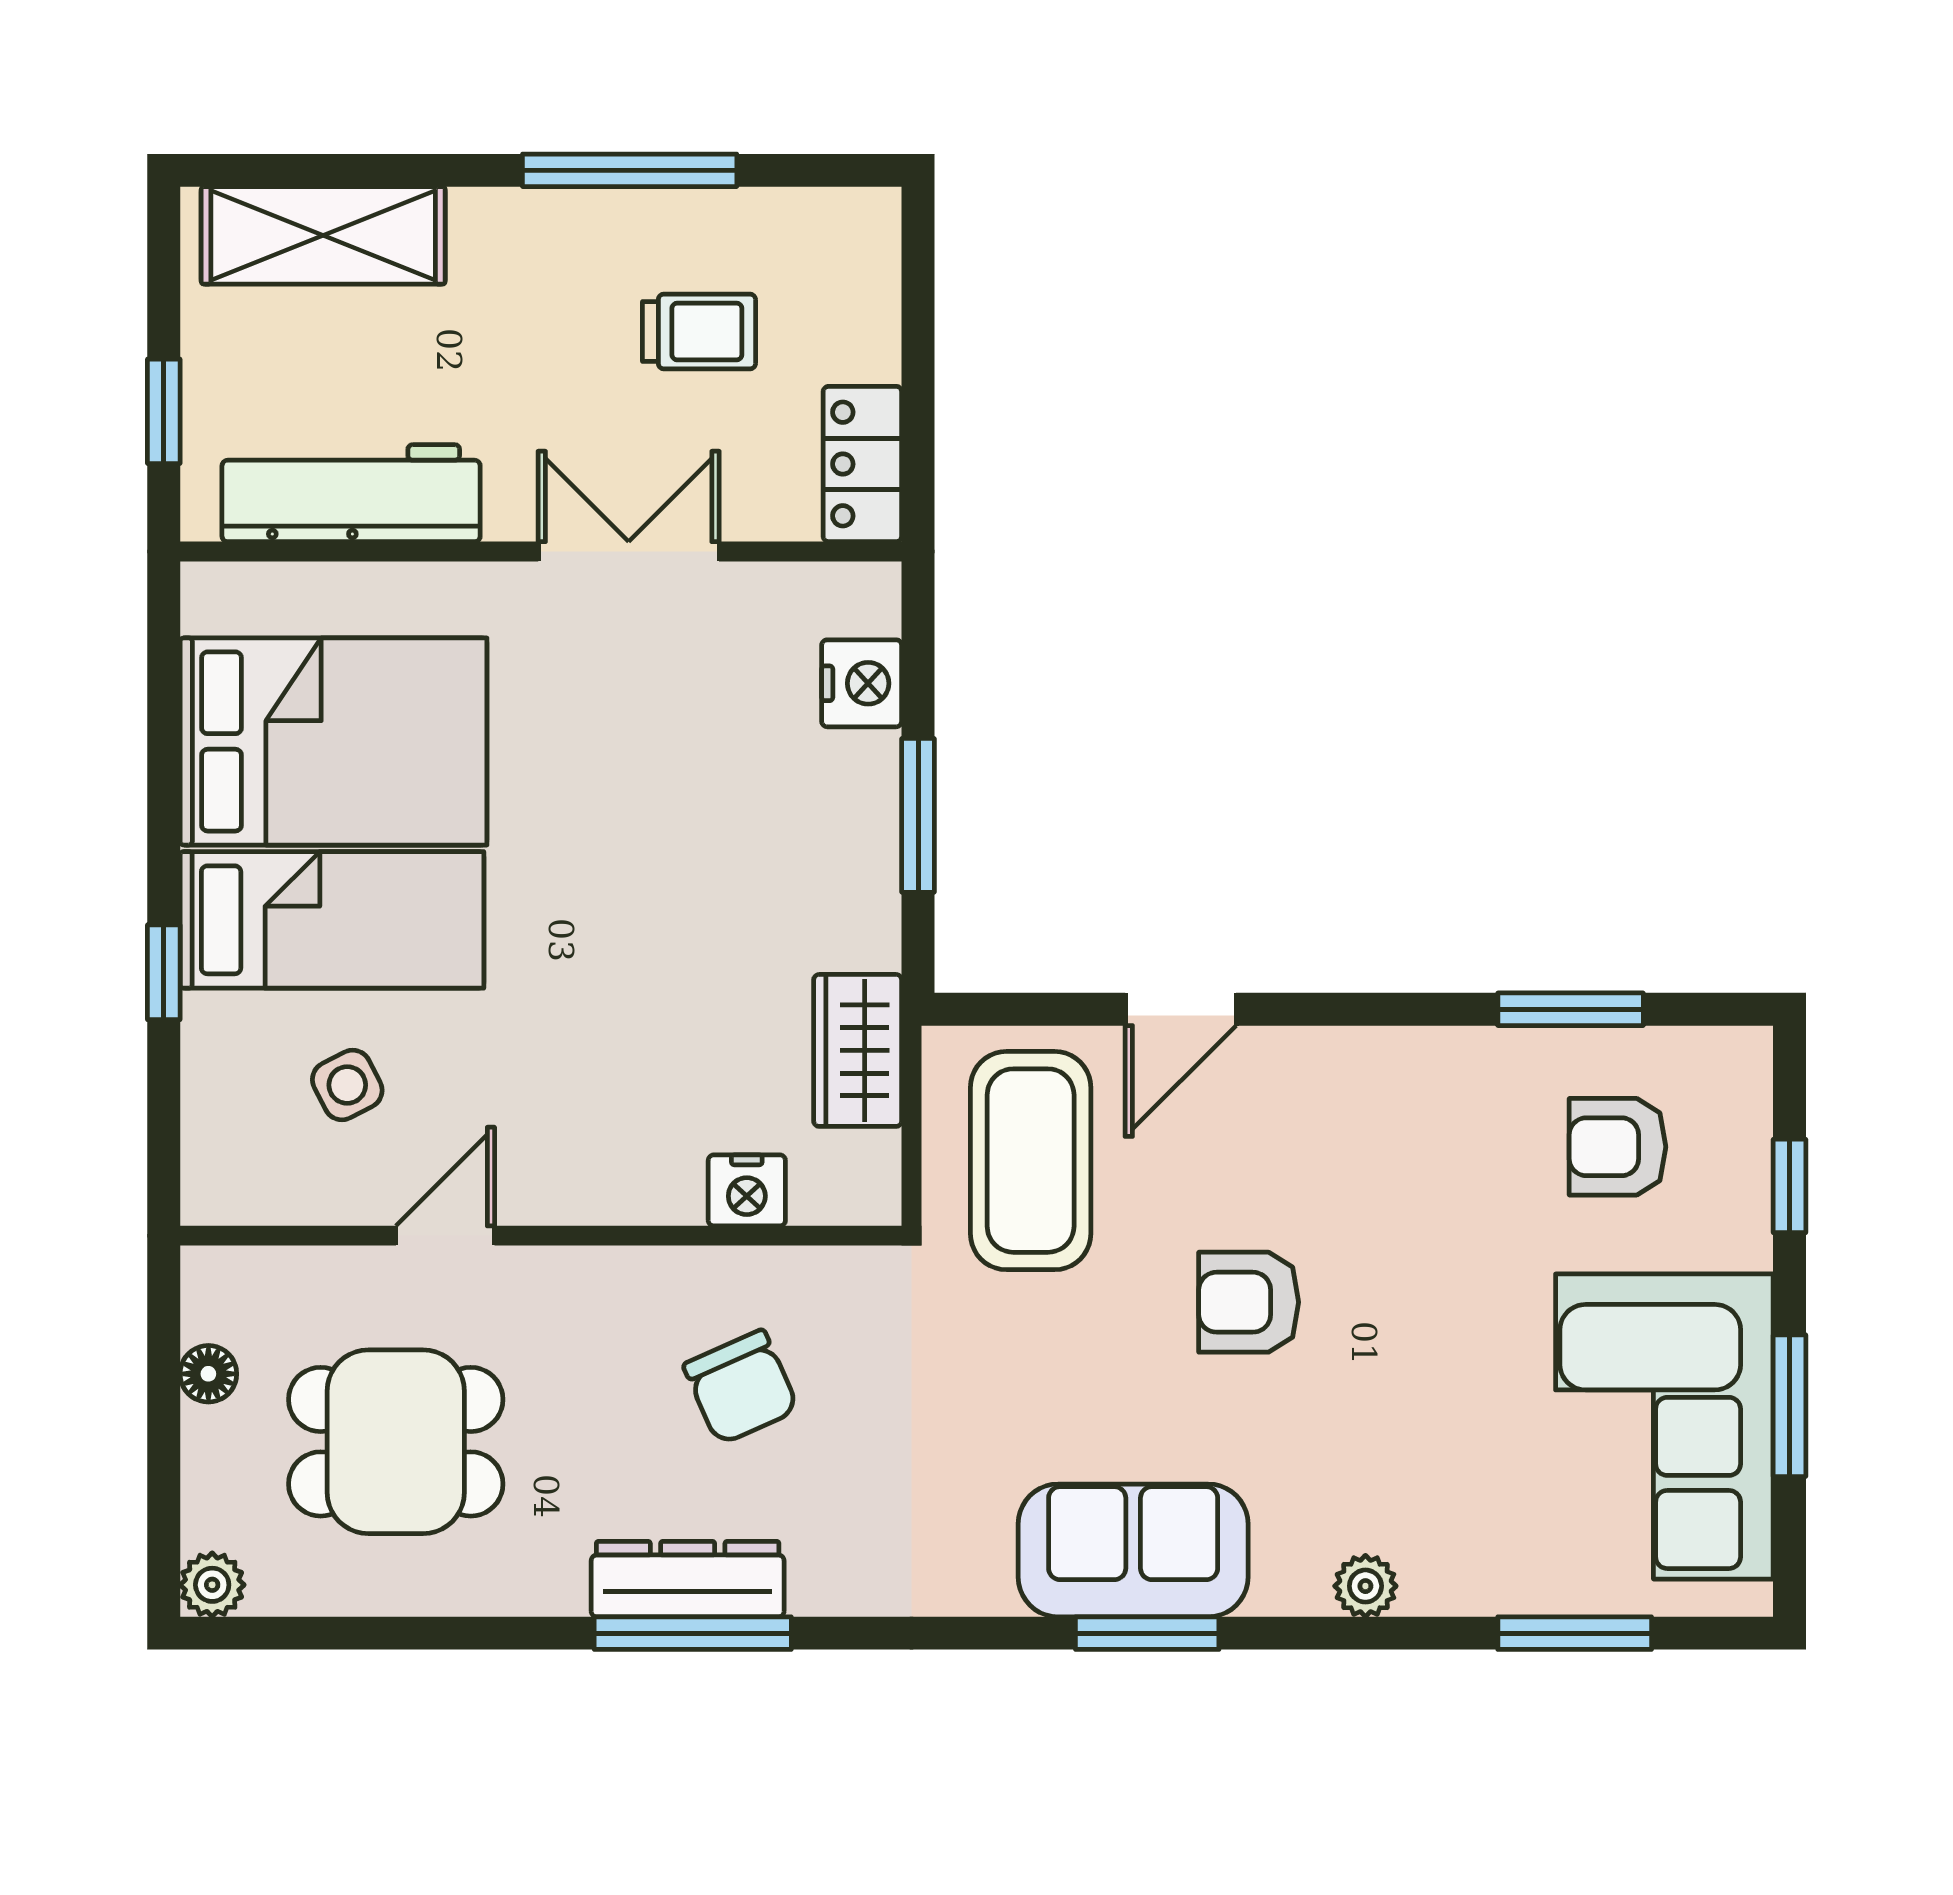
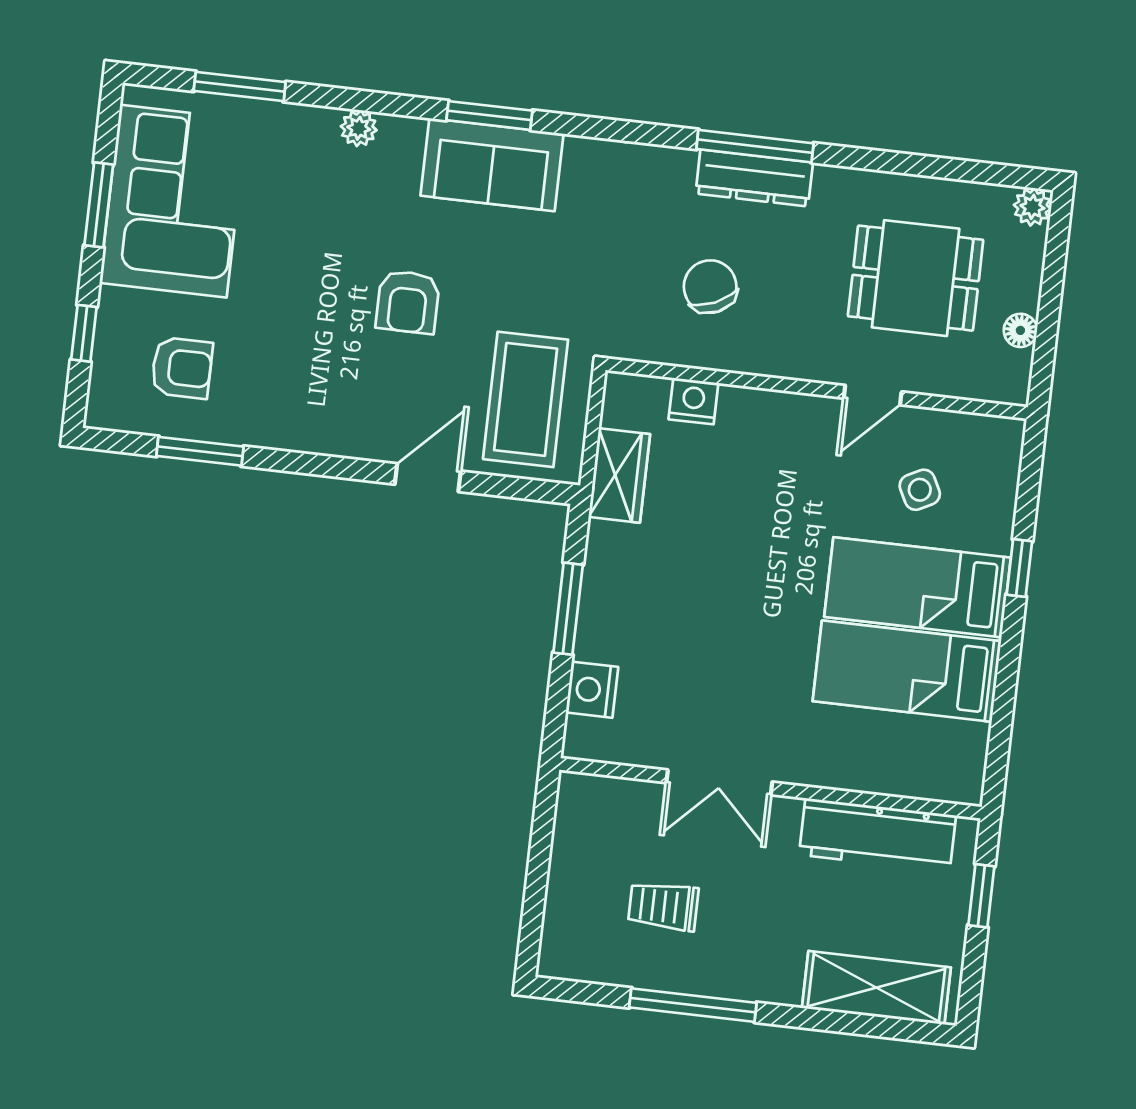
locker: (862, 464) -> (577, 818), removed
bed: (334, 741) -> (907, 671), width x0.67
armchair: (1249, 1302) -> (408, 302), turned 90

